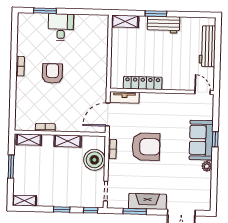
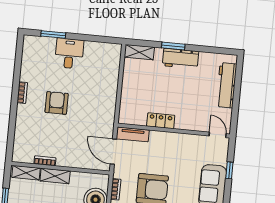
locker: (143, 83) -> (161, 121), width x0.66
door: (108, 115) -> (113, 152), hinge flipped
window: (215, 139) -> (229, 170), moved
shelving: (68, 141) -> (55, 176), moved

